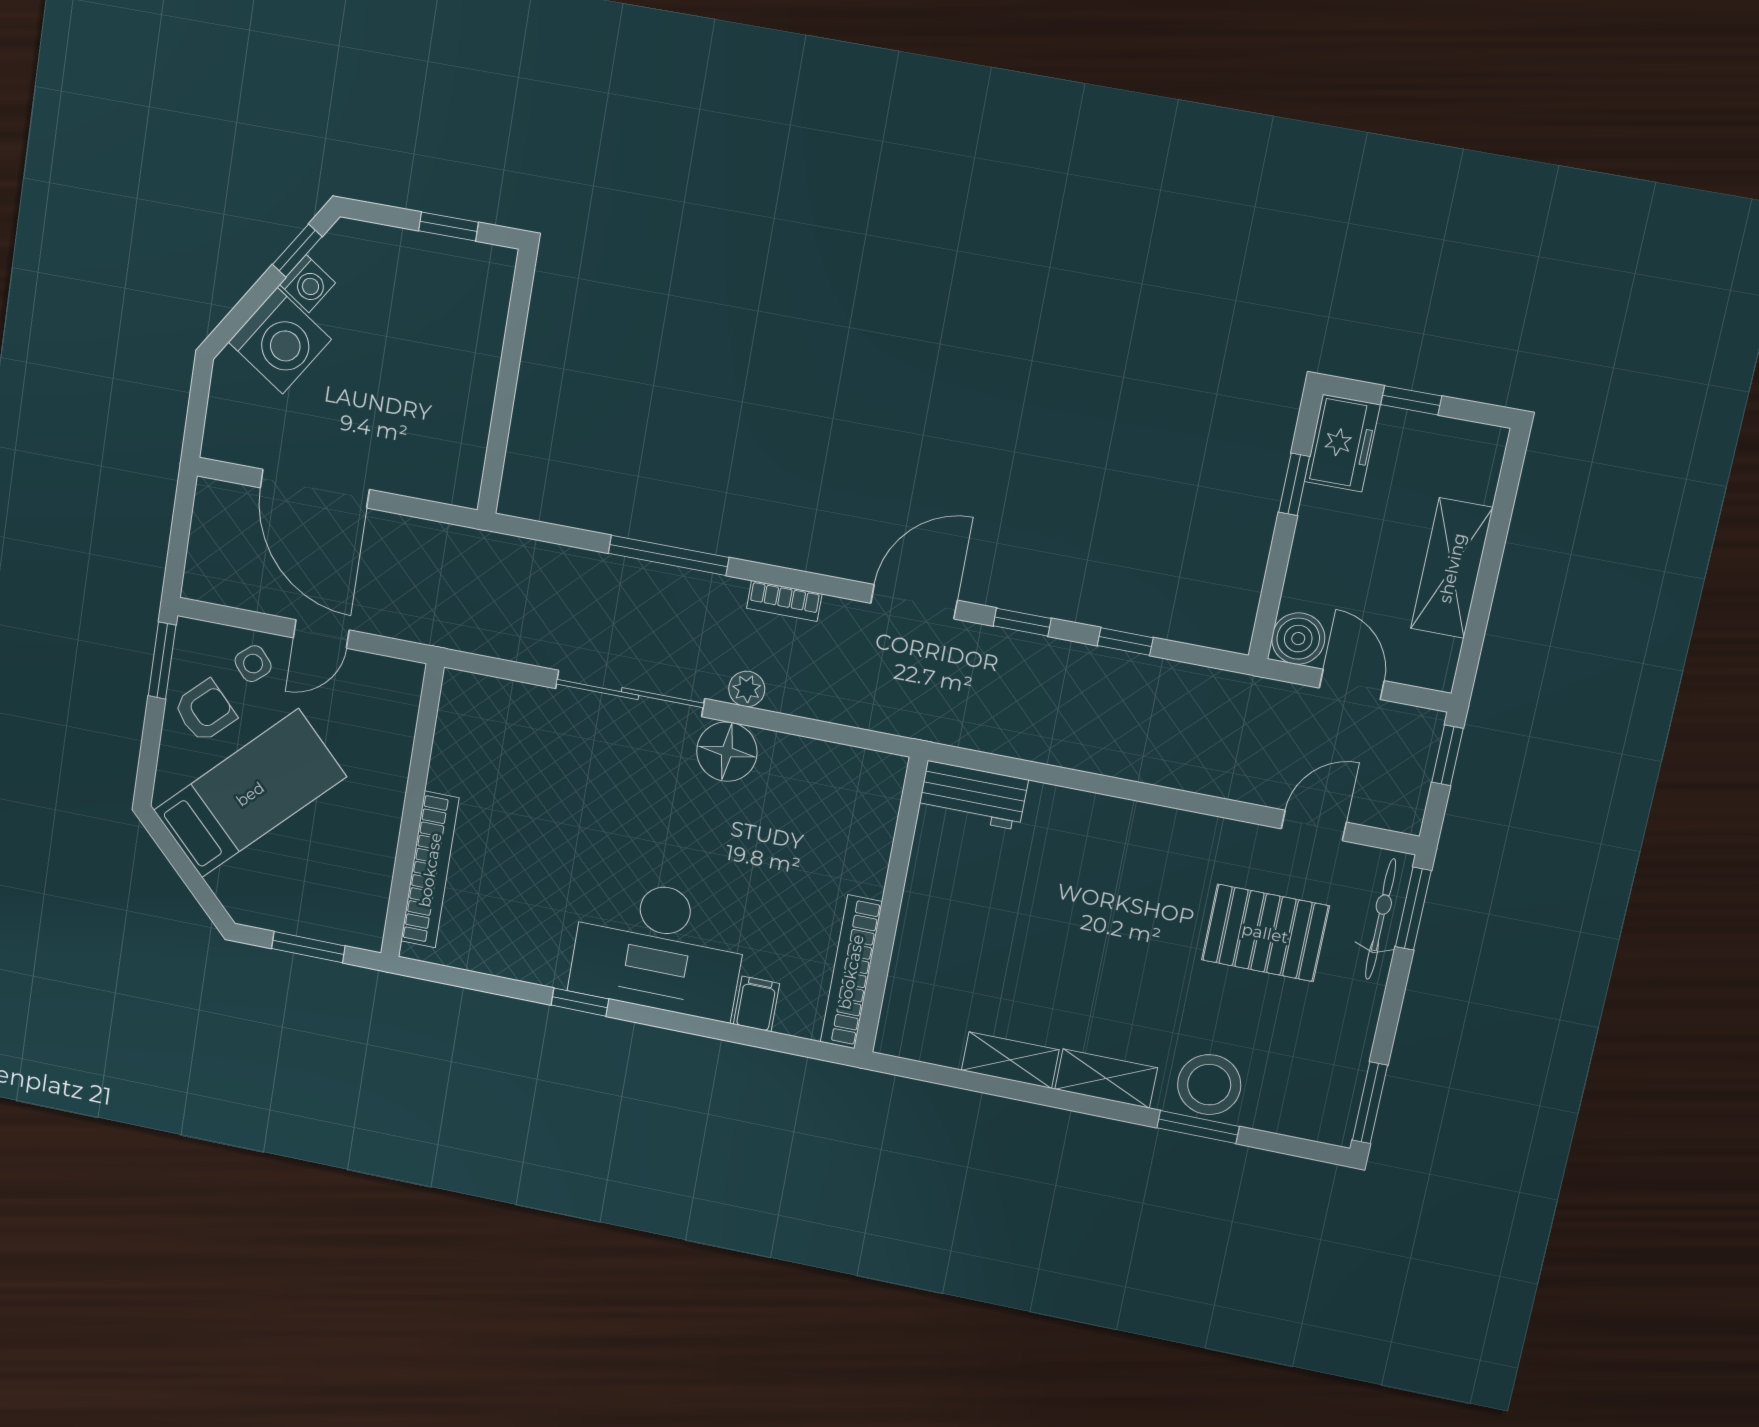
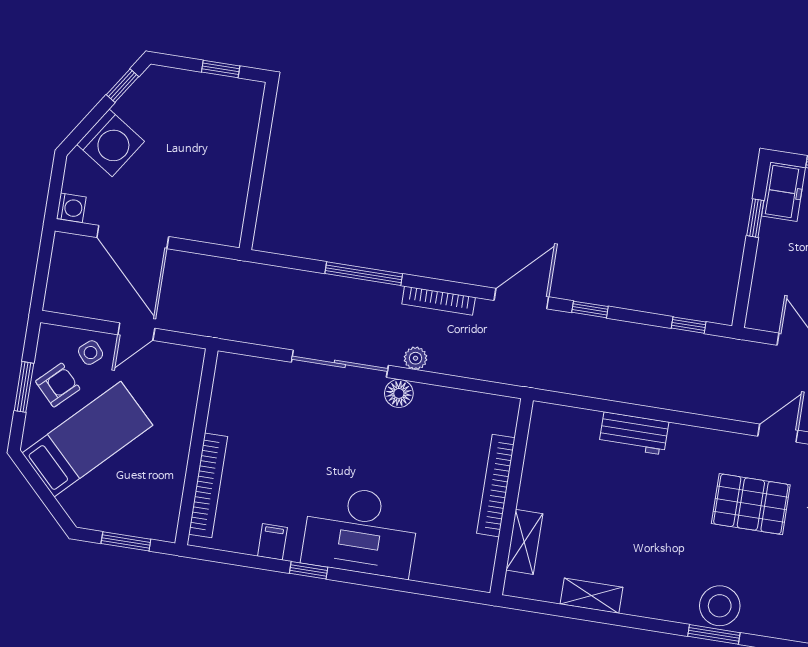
washing machine: (307, 284) -> (71, 208), moved, turned -34
bookcase: (784, 601) -> (439, 301), width x1.56
boiler: (1298, 639) -> (762, 314), removed
window: (1125, 642) -> (689, 325), moved
window: (162, 661) -> (24, 387), moved
floor lamp: (727, 752) -> (399, 393), width x0.73, depth x0.73
workbench: (973, 795) -> (634, 433), moved
bookcase: (851, 972) -> (496, 486), moved
filing cabinet: (756, 1004) -> (272, 542), moved
shelving: (1106, 1078) -> (524, 542), moved, turned 90

